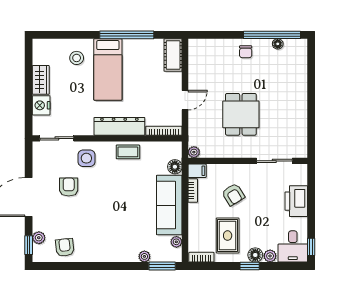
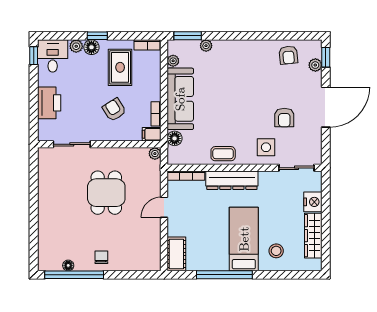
wardrobe: (41, 80) -> (313, 236), width x1.50

